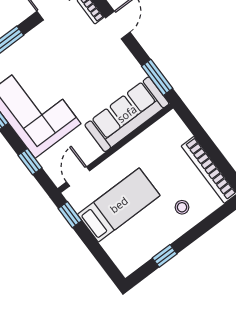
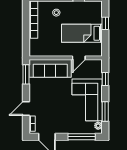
door: (78, 176) -> (79, 58), moved
window: (70, 215) -> (105, 23), moved

